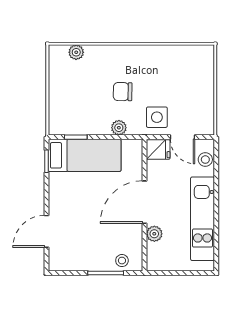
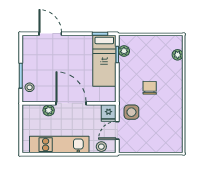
plant: (119, 128) -> (124, 51), moved

